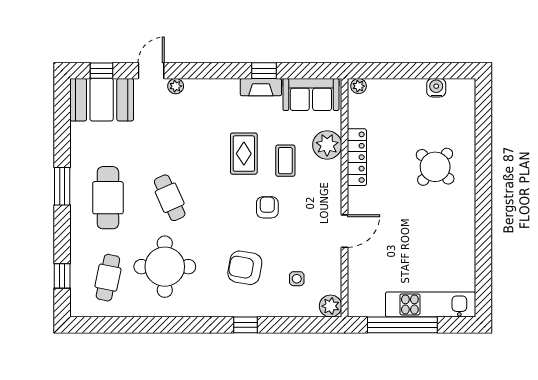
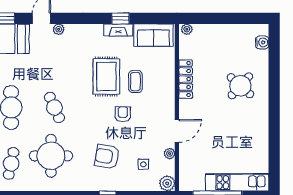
water cooler: (436, 88) -> (262, 42), moved, turned 90
plant: (327, 145) -> (169, 154), moved, width x0.53, depth x0.53
rug: (244, 154) -> (106, 77), width x1.36, depth x1.43

